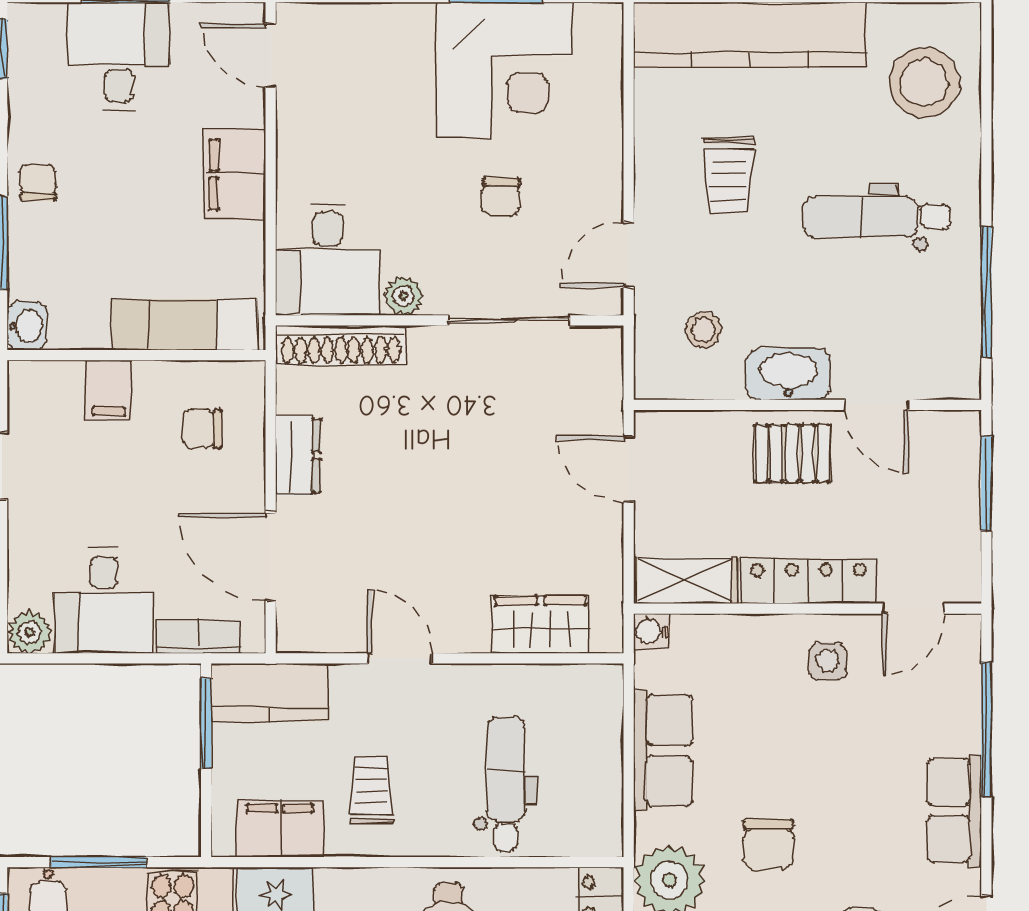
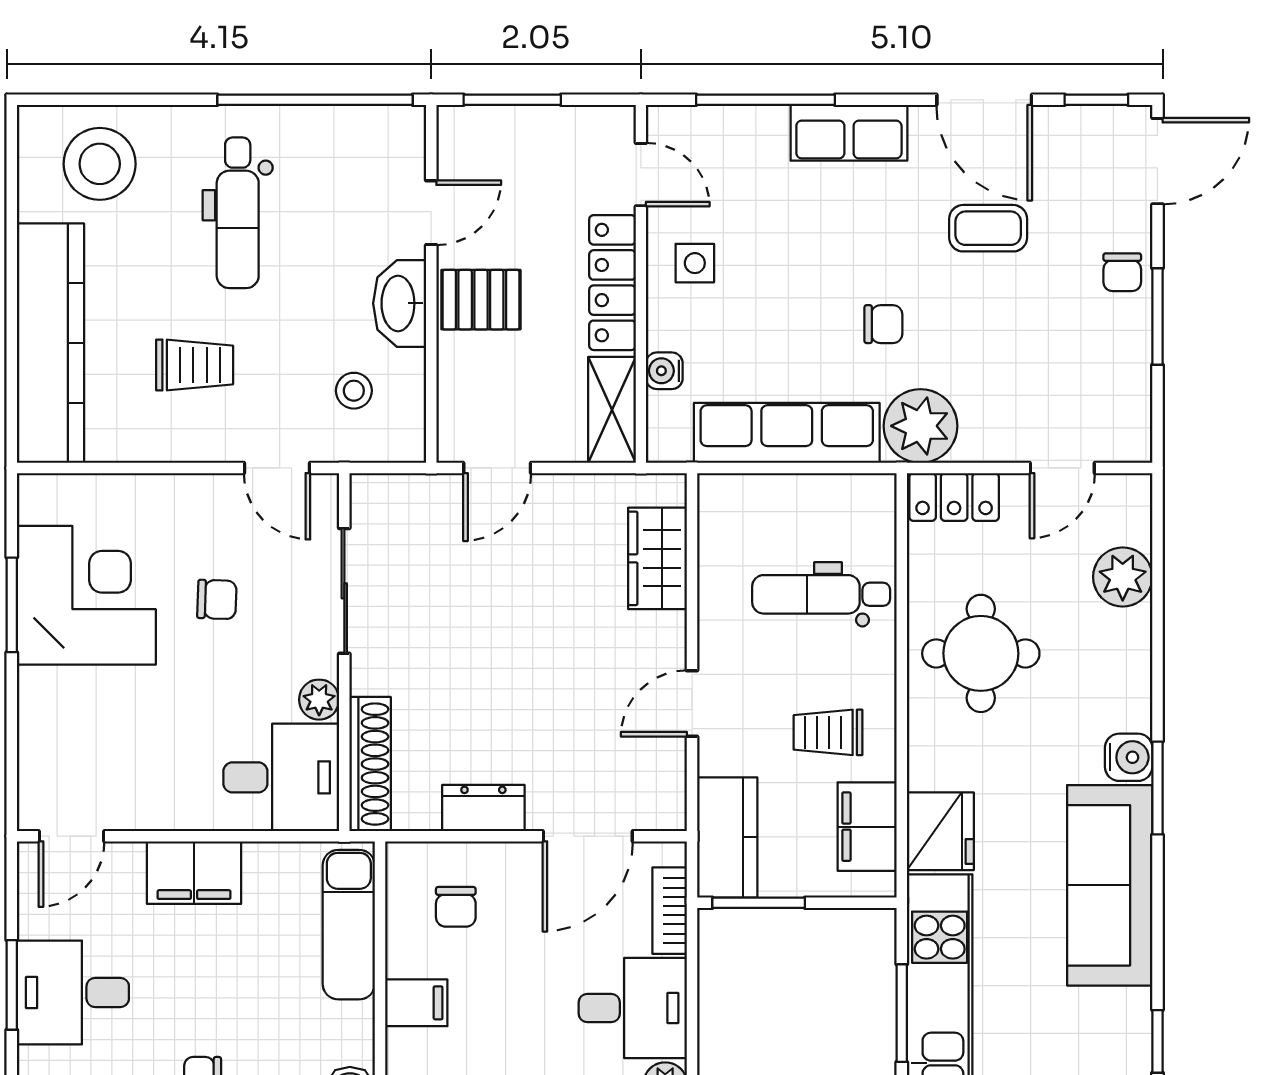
window: (986, 292) -> (315, 100), width x1.46
pallet: (792, 453) -> (481, 300), turned 90
water cooler: (651, 631) -> (664, 371), moved, turned 90
row of seats: (663, 750) -> (787, 433), width x1.48
chair: (768, 844) -> (883, 324), width x0.73, depth x0.73

